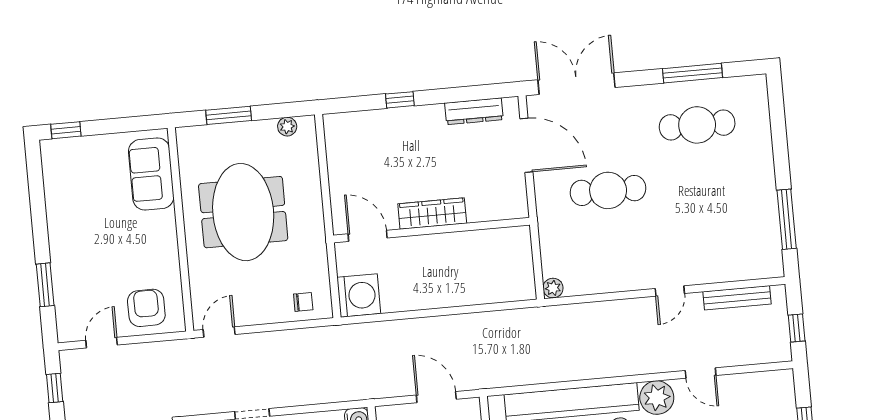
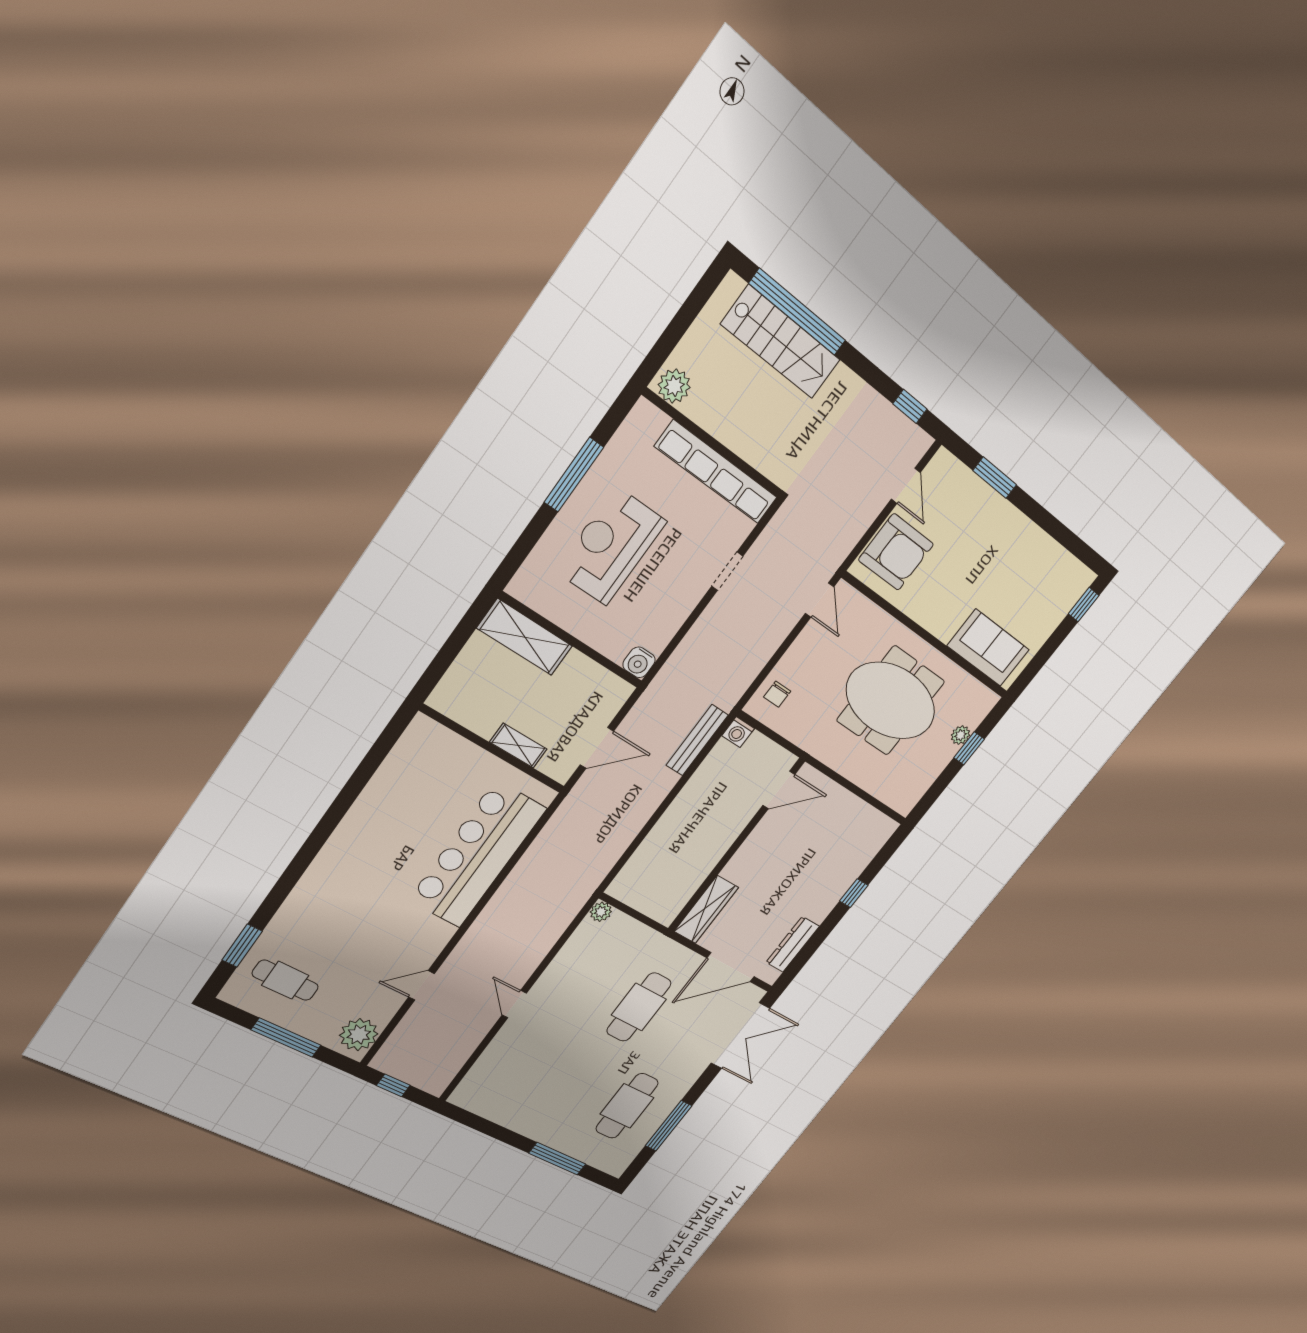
window: (229, 115) -> (969, 748), width x0.67
plant: (287, 127) -> (960, 735), moved
wardrobe: (432, 214) -> (706, 909), moved
window: (787, 219) -> (557, 1159), moved
washing machine: (359, 295) -> (738, 732), width x0.53, depth x0.53
bench: (737, 298) -> (697, 740), moved
armchair: (146, 308) -> (896, 552), width x1.36, depth x1.36
plant: (657, 398) -> (359, 1035), moved

